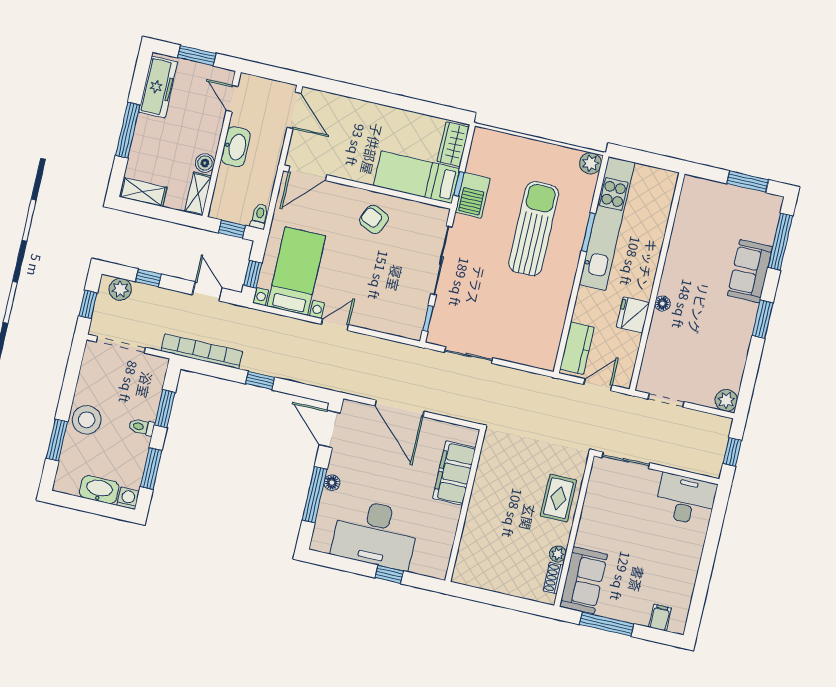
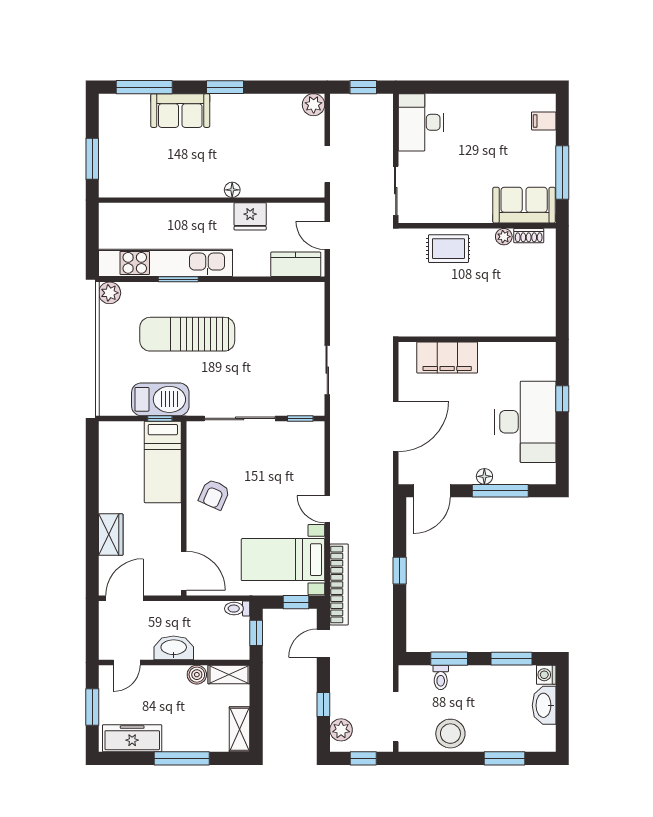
wardrobe: (453, 144) -> (111, 535), moved, turned -90
window: (748, 182) -> (92, 159), moved
barbecue: (473, 195) -> (160, 399), width x1.37, depth x1.21
bookcase: (202, 351) -> (339, 584), moved, turned 180
stool: (87, 420) -> (450, 734), moved
toilet: (142, 427) -> (441, 677), moved

